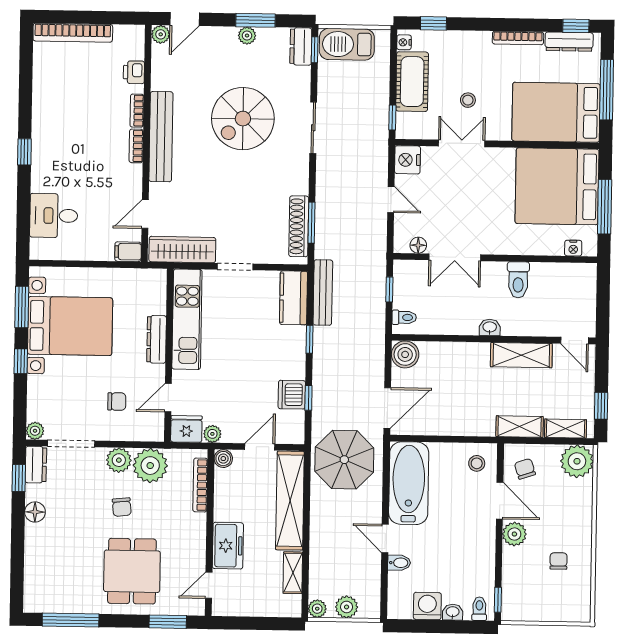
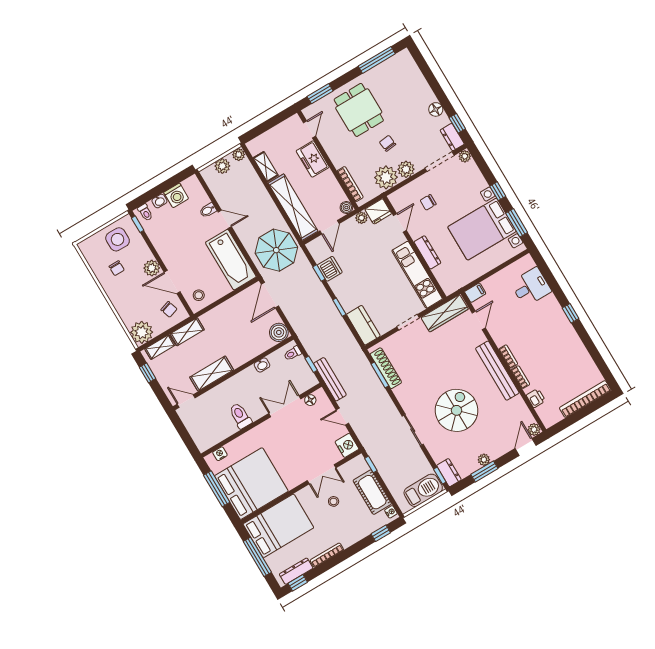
bench: (323, 293) -> (330, 379), moved
washbasin: (490, 327) -> (262, 365), moved
side table: (535, 596) -> (118, 239), added

